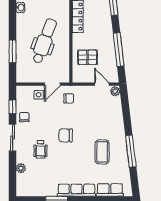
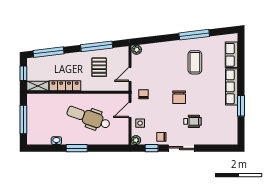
window: (13, 51) -> (77, 148), moved
pallet: (87, 57) -> (99, 67), moved
door: (52, 84) -> (130, 110), swing flipped
door: (102, 84) -> (130, 74), moved
coffee table: (102, 152) -> (195, 62), turned 90
plant: (21, 168) -> (136, 140), moved

